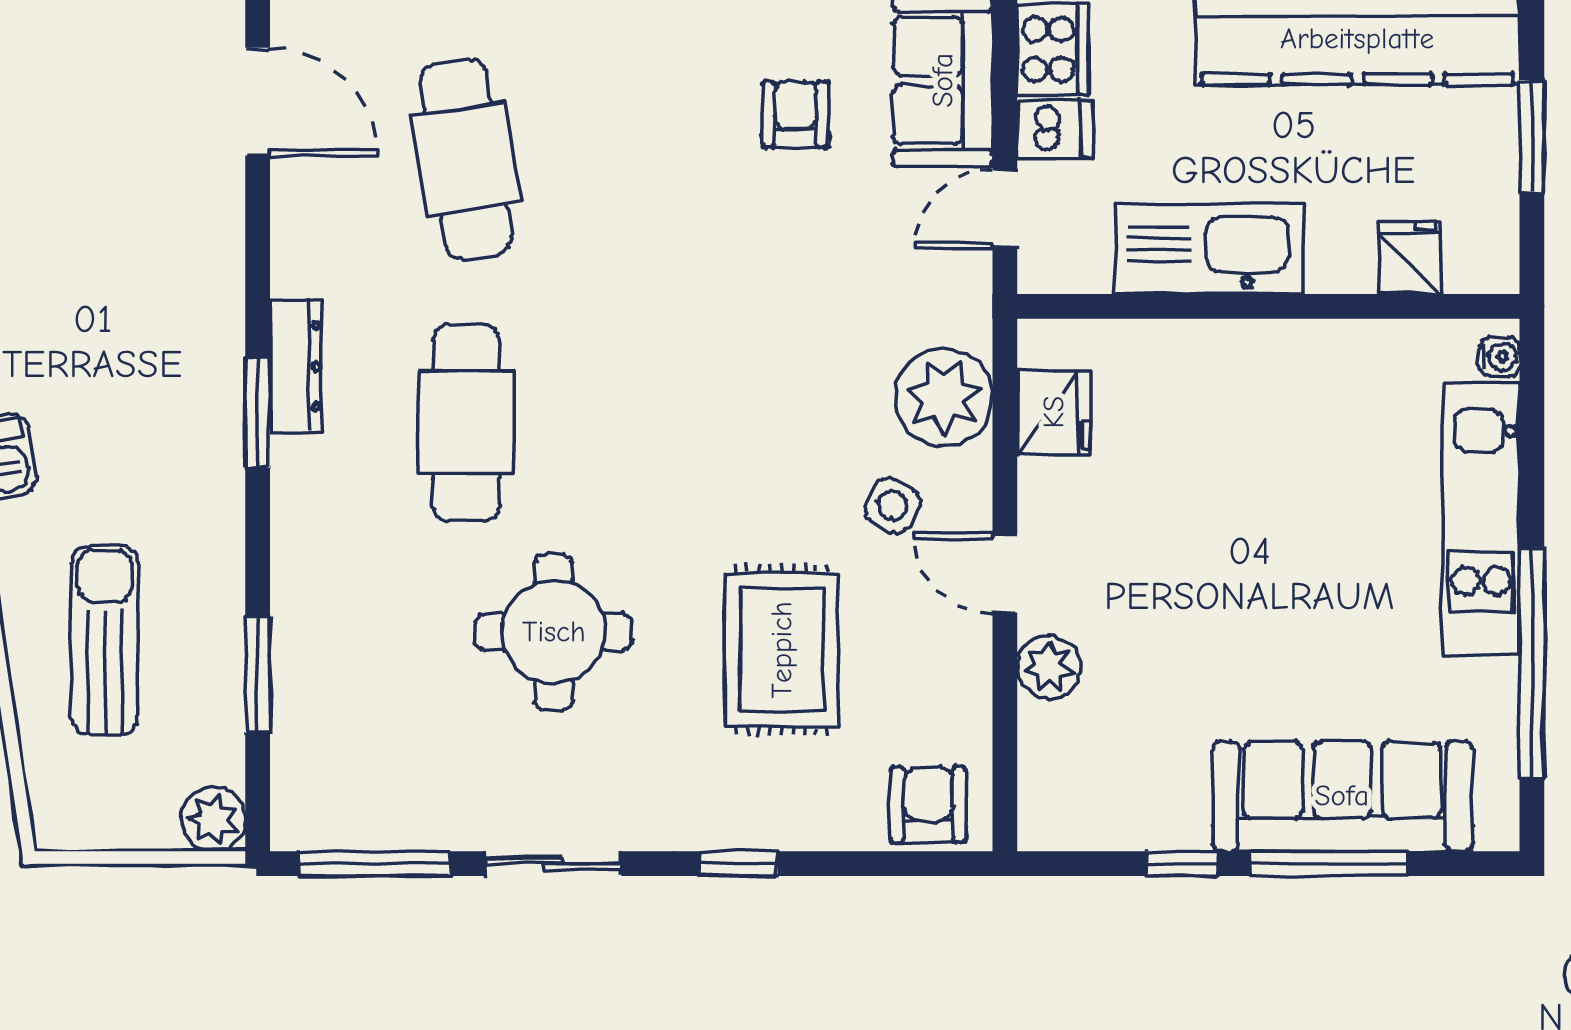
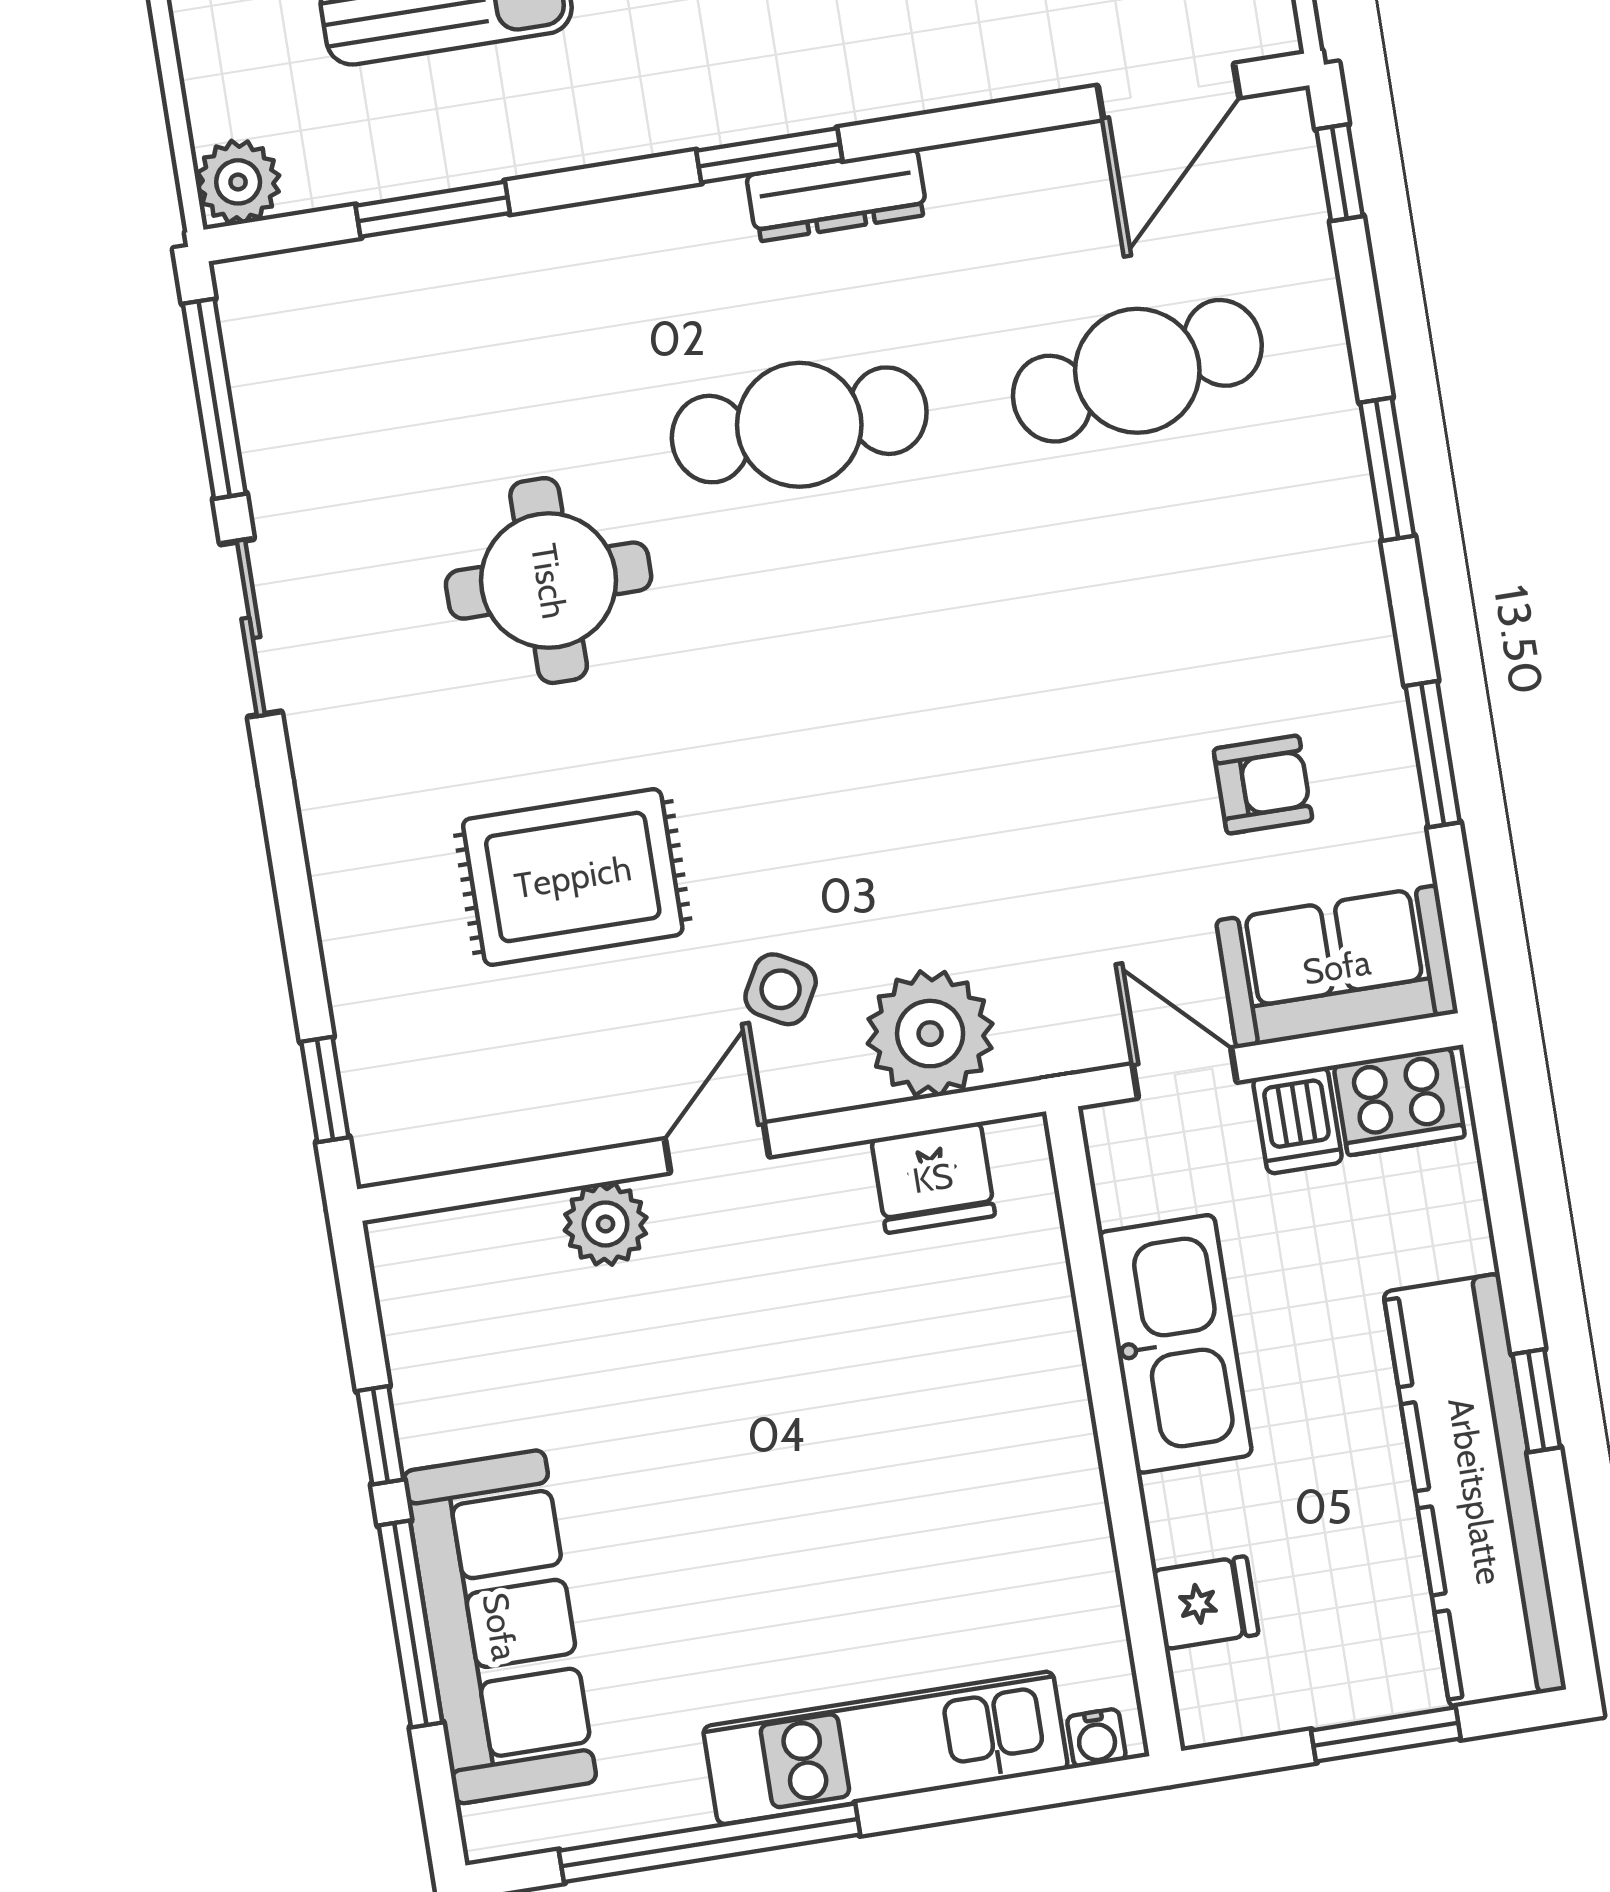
armchair: (928, 804) -> (404, 1097), removed
window: (738, 864) -> (325, 1090), moved

